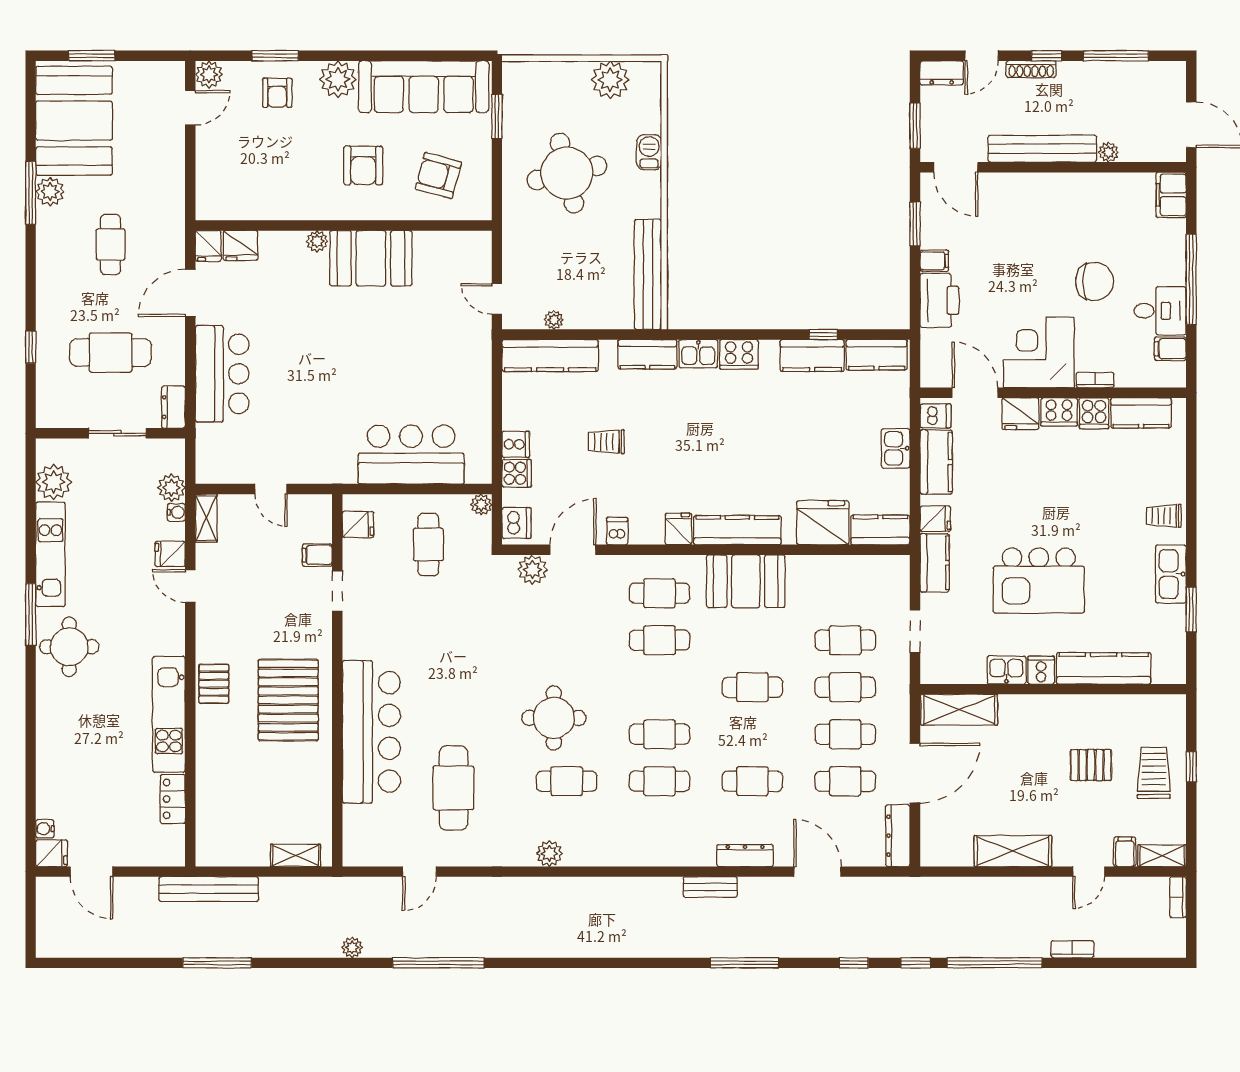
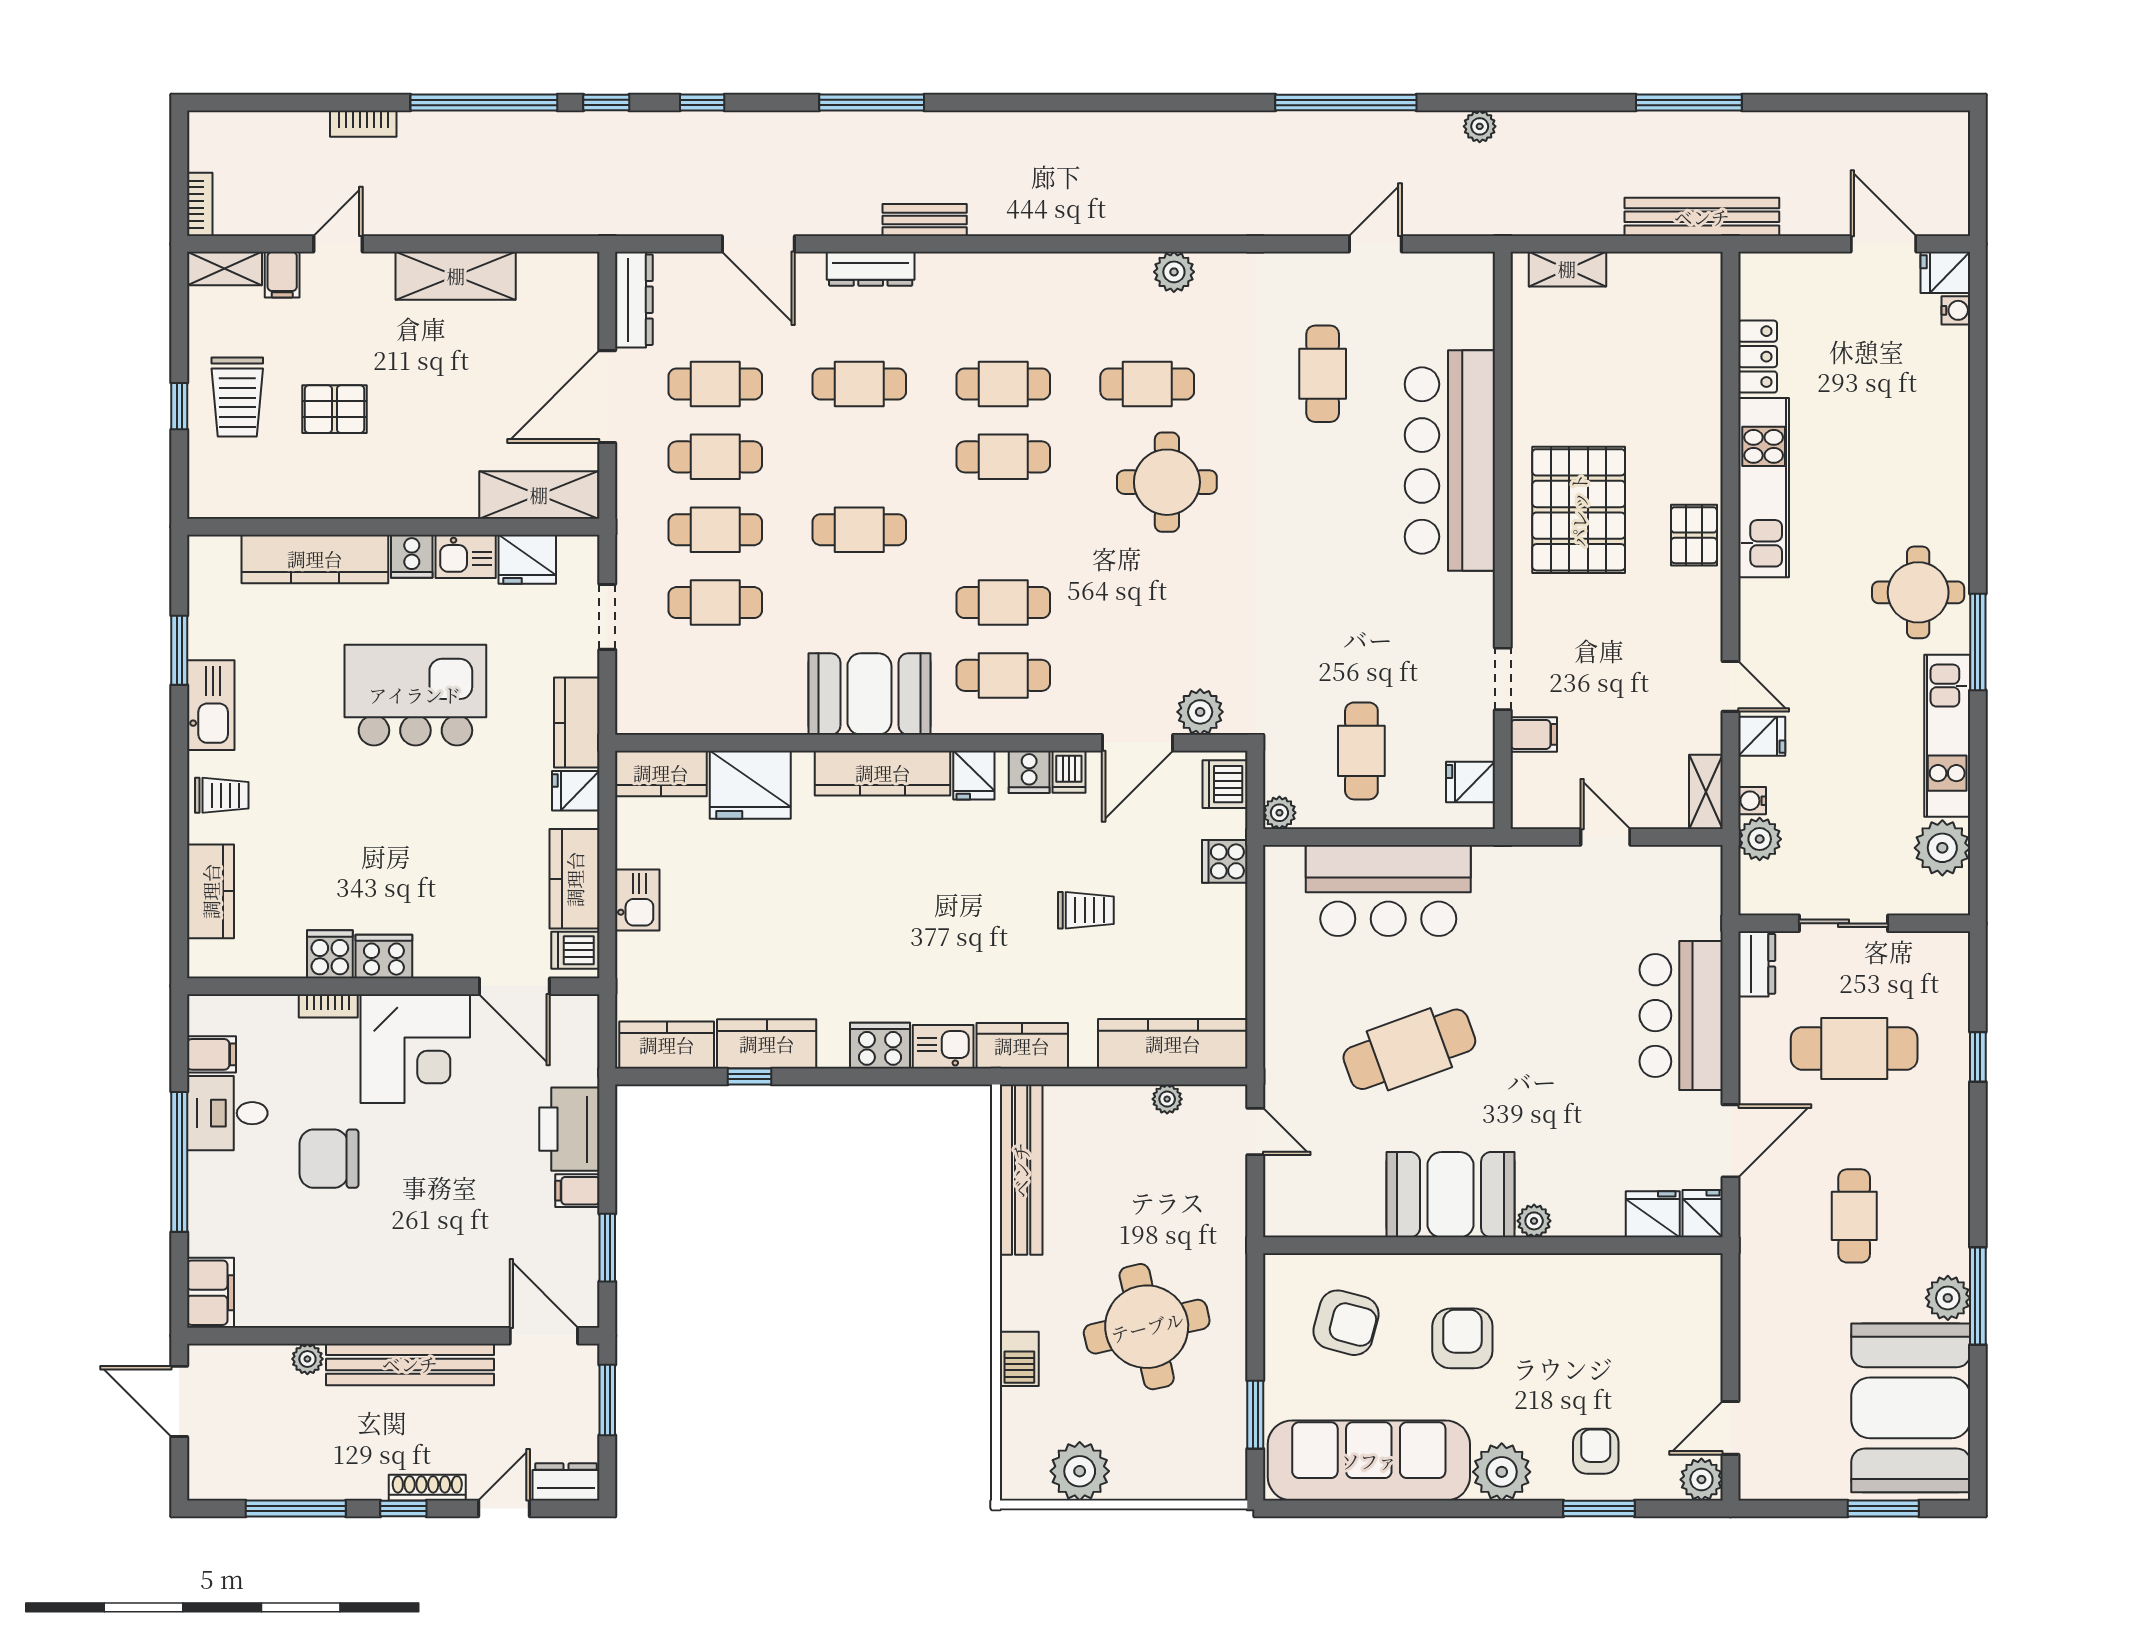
cafe table: (397, 352) -> (1409, 1049), added
kitchen counter: (1141, 413) -> (211, 891), moved, turned 90
fridge: (1020, 414) -> (527, 559), moved, turned 180
cooker: (516, 444) -> (1029, 772), moved, turned -90
cafe table: (453, 788) -> (1323, 374), width x0.73, depth x0.74

